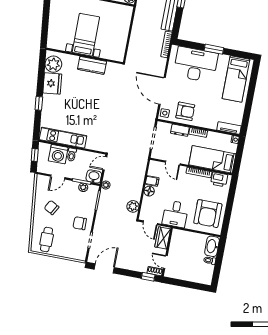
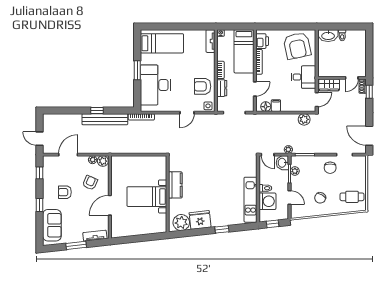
door: (162, 91) -> (187, 113), width x0.53
armchair: (185, 111) -> (203, 86), turned -90
floor lamp: (149, 191) -> (266, 107), moved
armchair: (208, 214) -> (297, 46), turned 78

